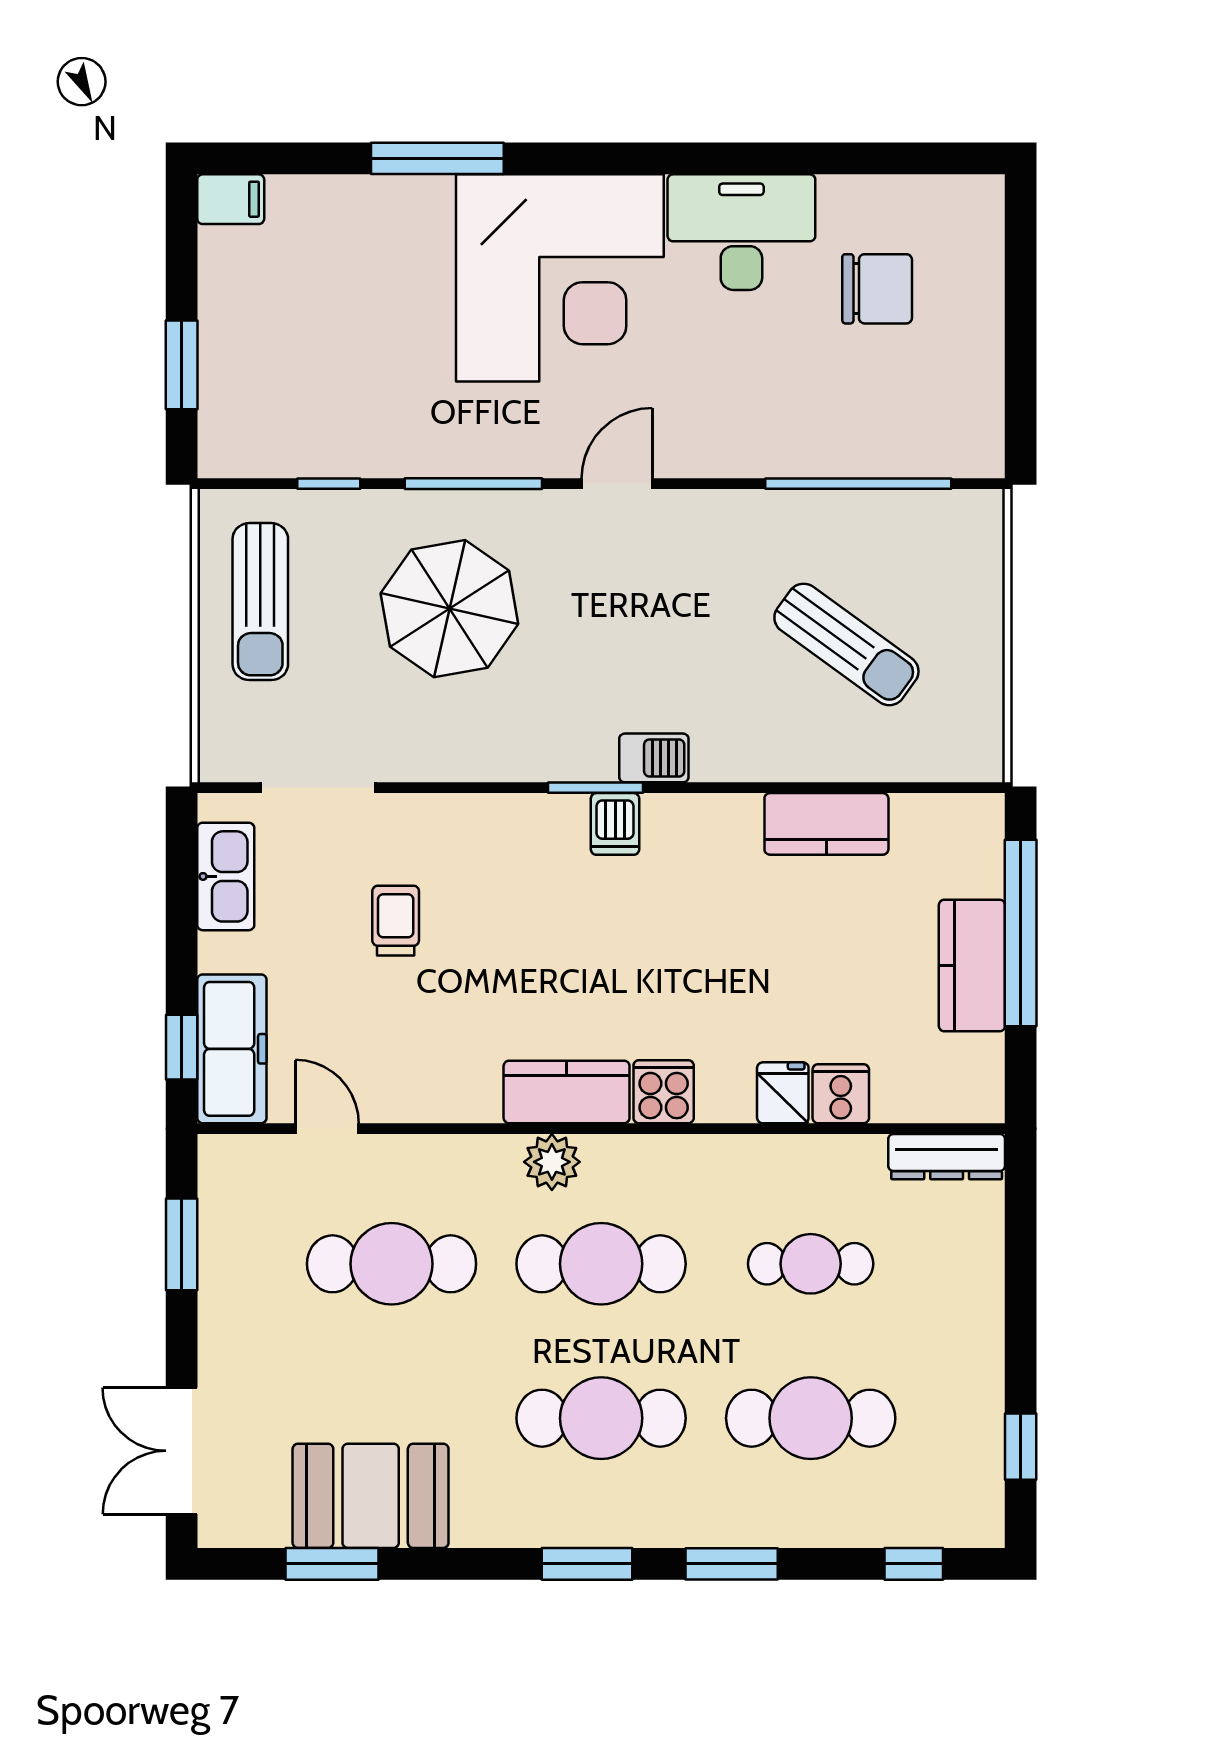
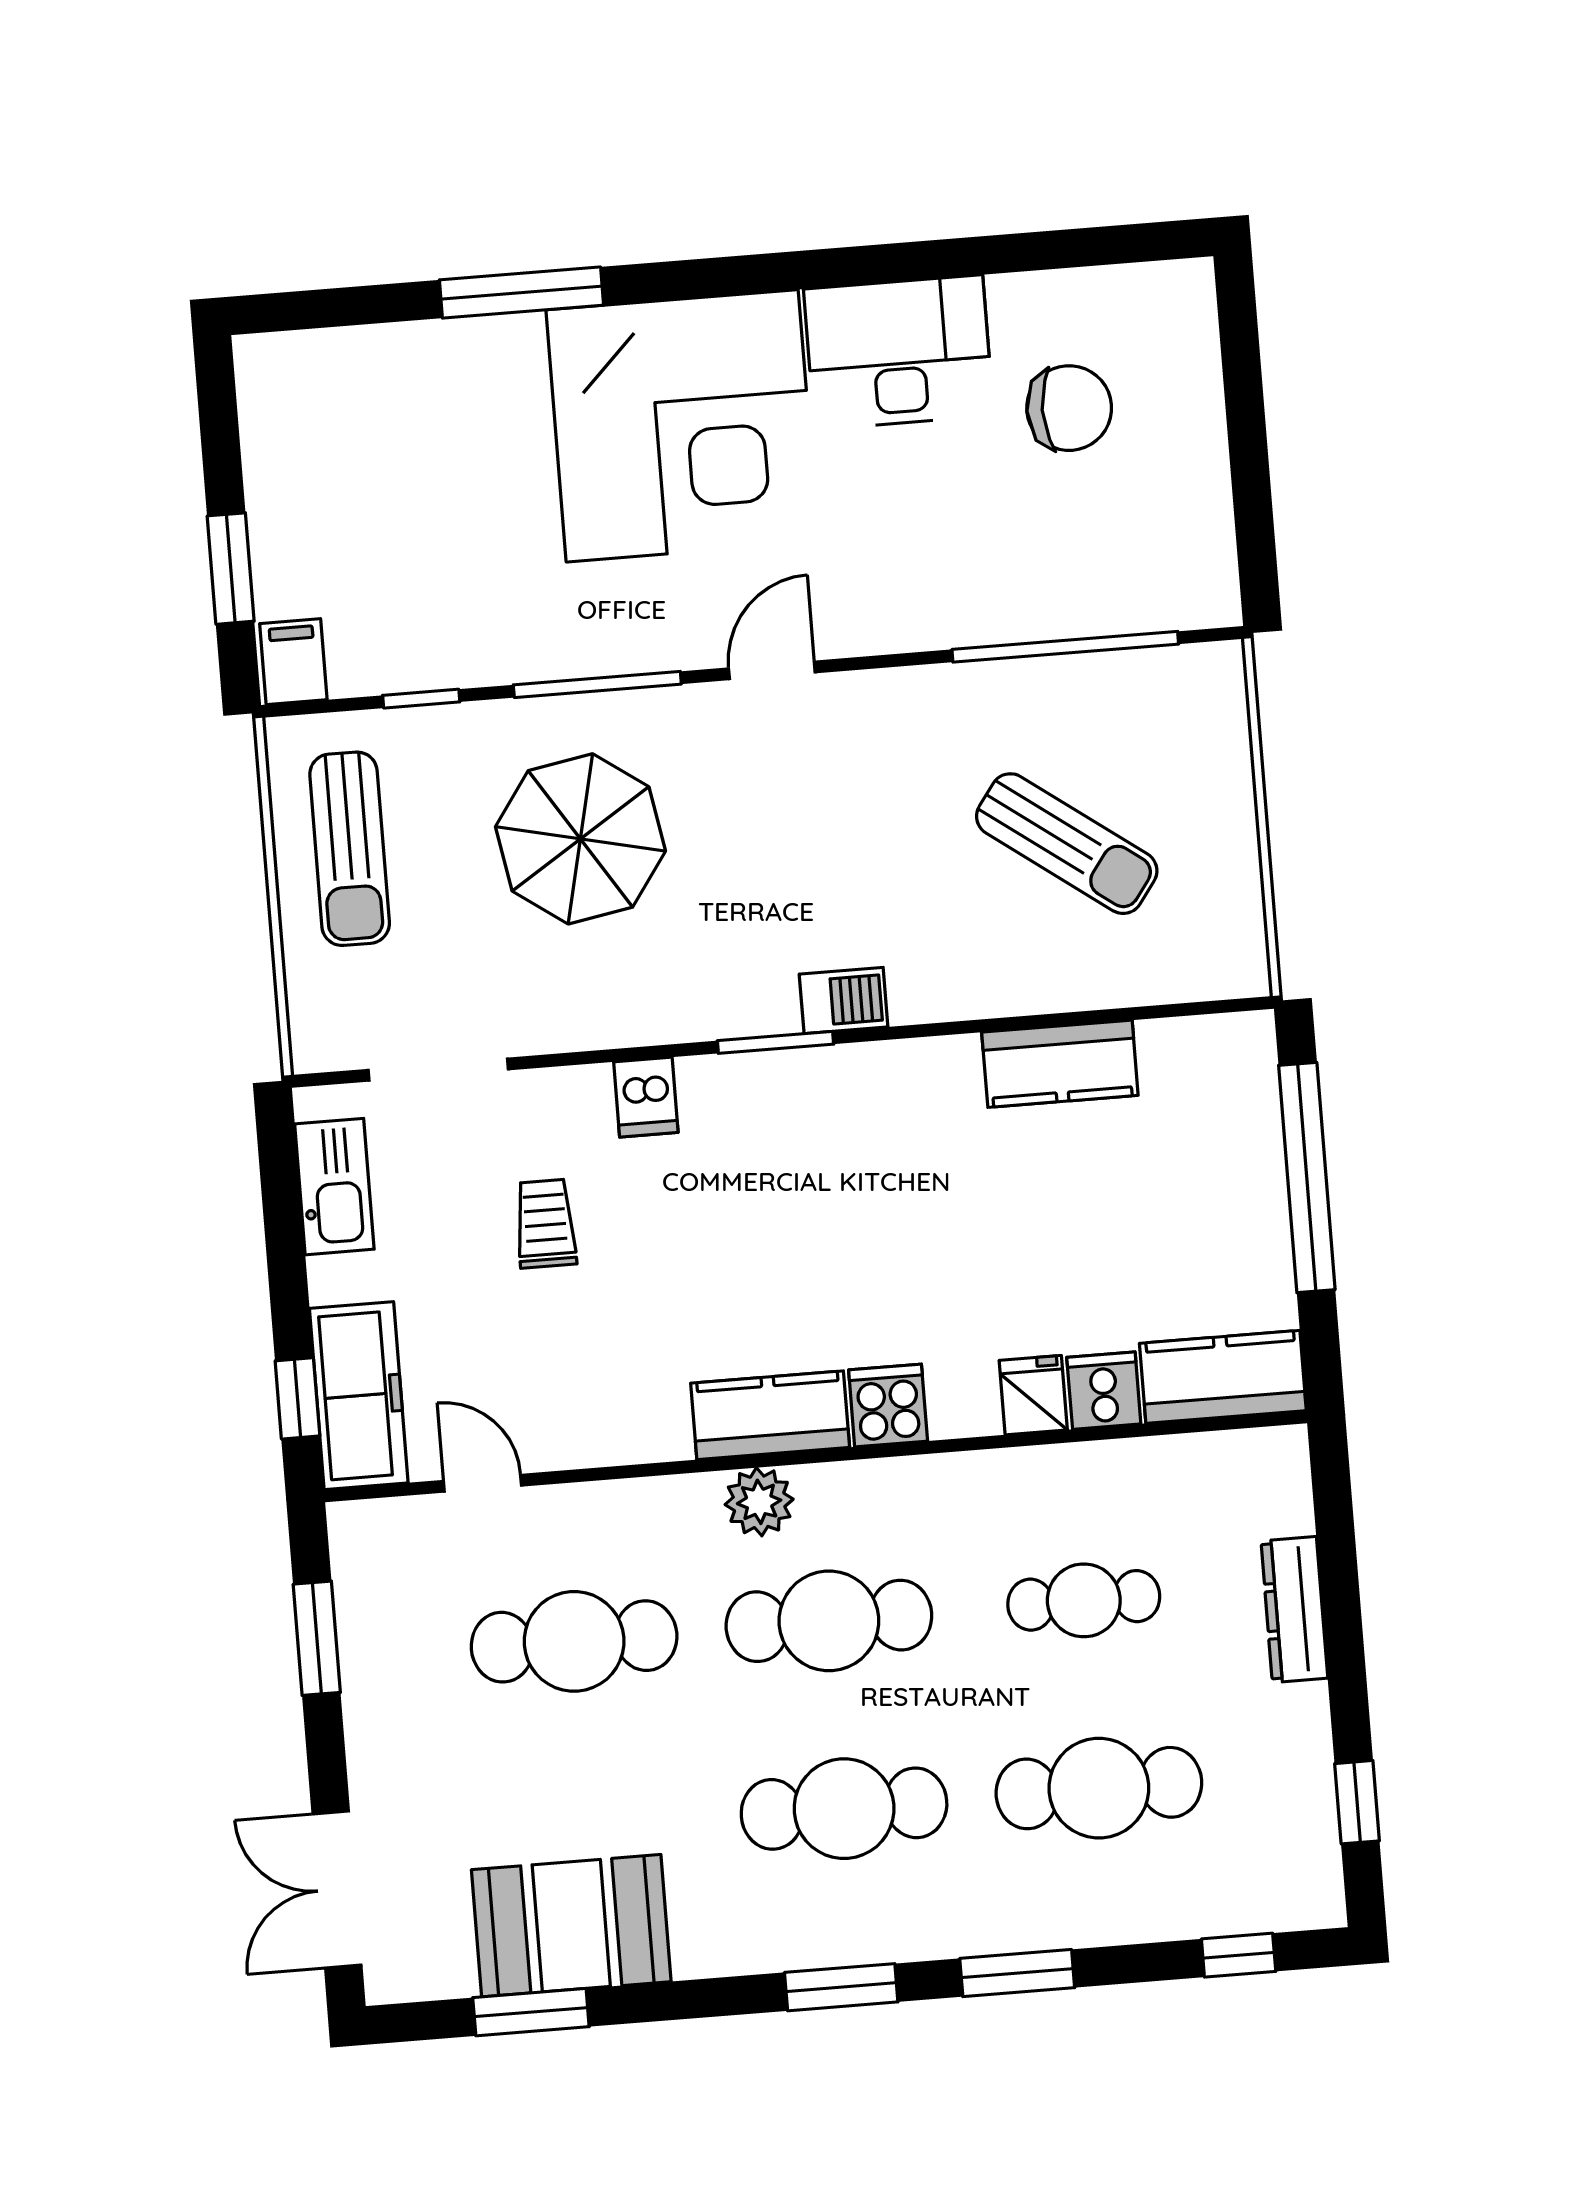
filing cabinet: (231, 199) -> (293, 662), moved, turned -90
dishwasher: (615, 824) -> (646, 1097), moved
kitchen counter: (972, 966) -> (1223, 1377), moved, turned 90
dresser: (947, 1157) -> (1294, 1610), moved, turned 90

